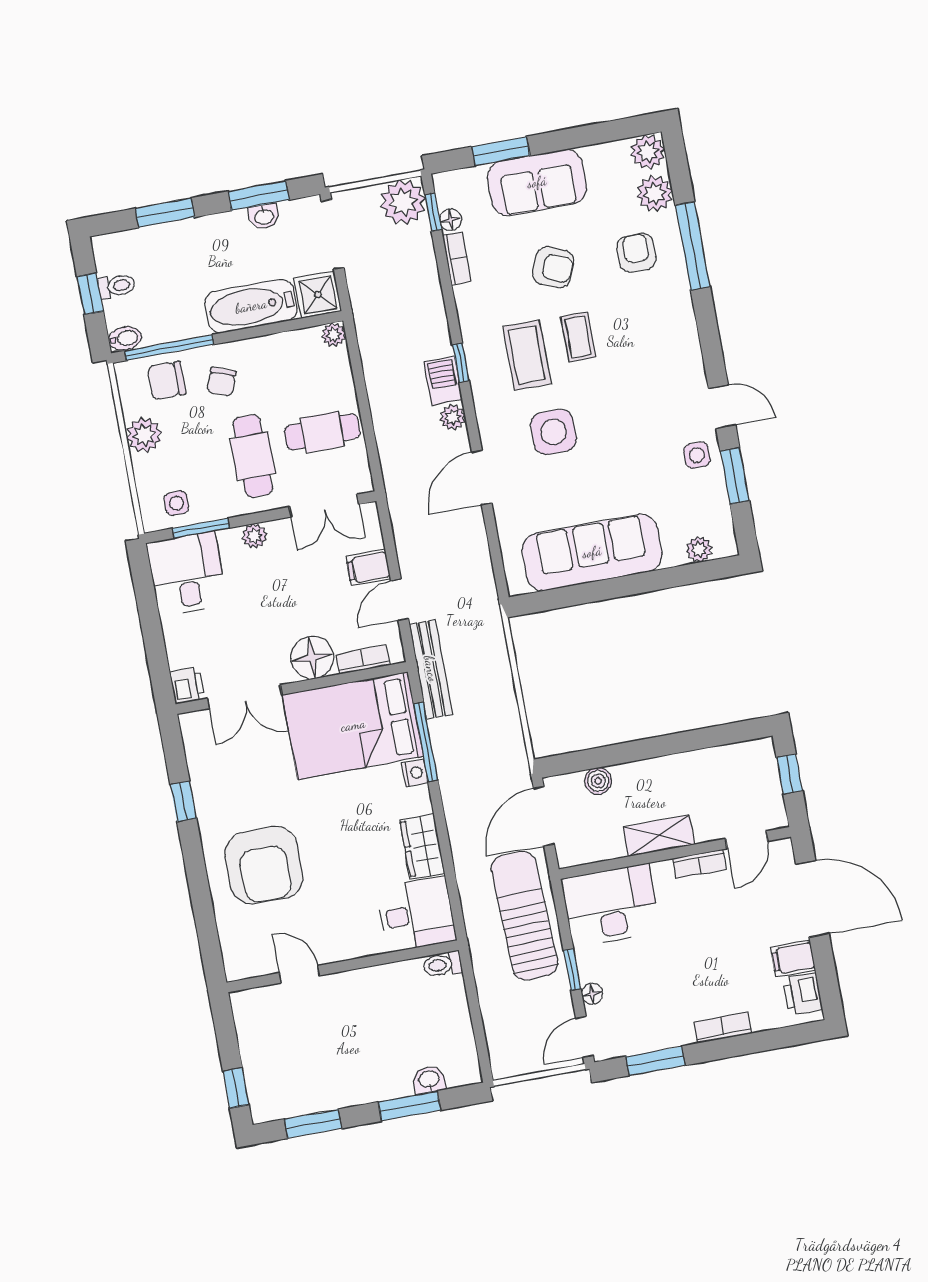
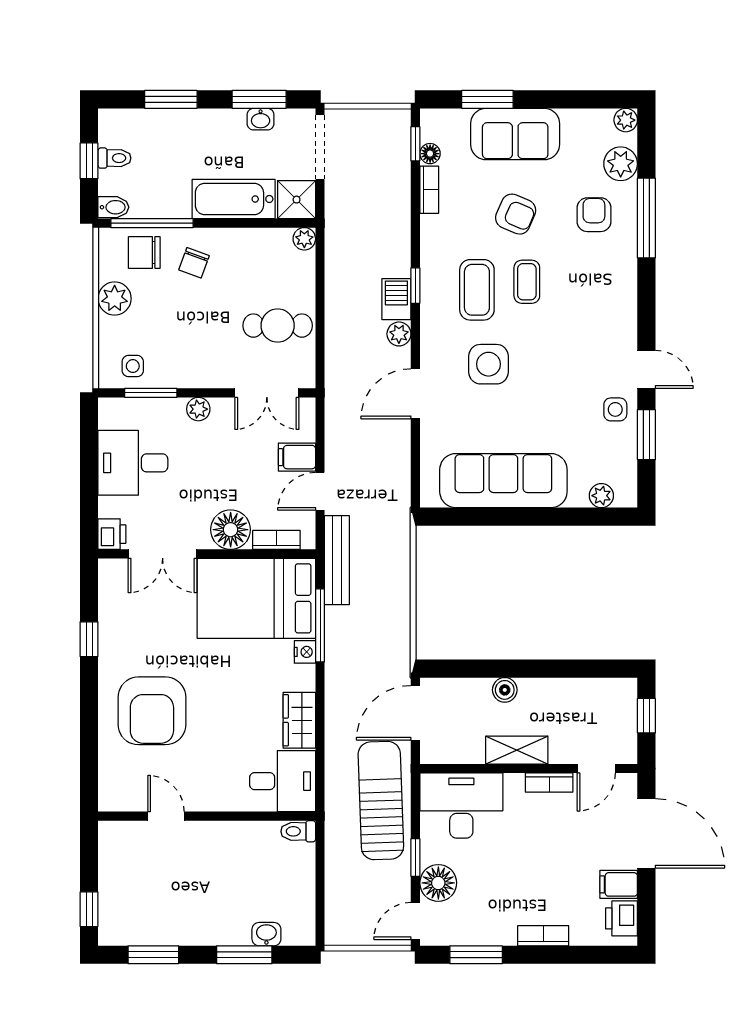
plant: (648, 152) -> (626, 120), width x0.73, depth x0.73
plant: (403, 202) -> (390, 130), removed
cafe table: (253, 456) -> (210, 336), removed
desk: (187, 574) -> (133, 463), moved, turned -90
boiler: (598, 781) -> (505, 690), moved
floor lamp: (592, 994) -> (438, 883), width x1.89, depth x1.89

